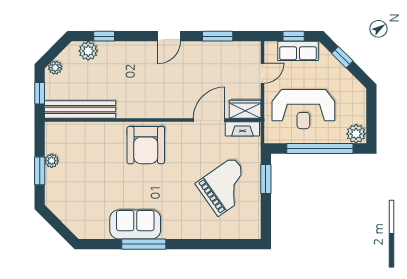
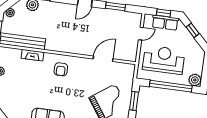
wardrobe: (245, 109) -> (127, 55), removed
reception desk: (303, 109) -> (164, 60), turned 180
fireplace: (242, 129) -> (33, 55), moved
armchair: (146, 145) -> (61, 69), width x0.53, depth x0.53

